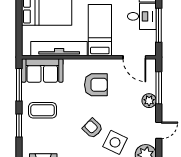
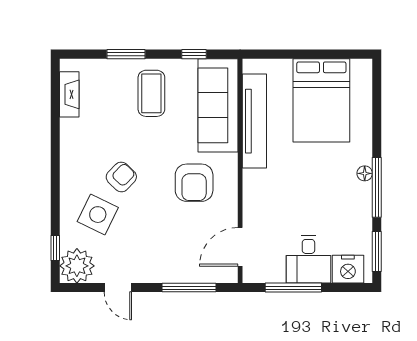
bed: (100, 30) -> (285, 189), removed
sofa: (42, 70) -> (218, 105), width x1.36
window: (19, 85) -> (194, 54), width x0.46
plant: (149, 101) -> (167, 271), removed

